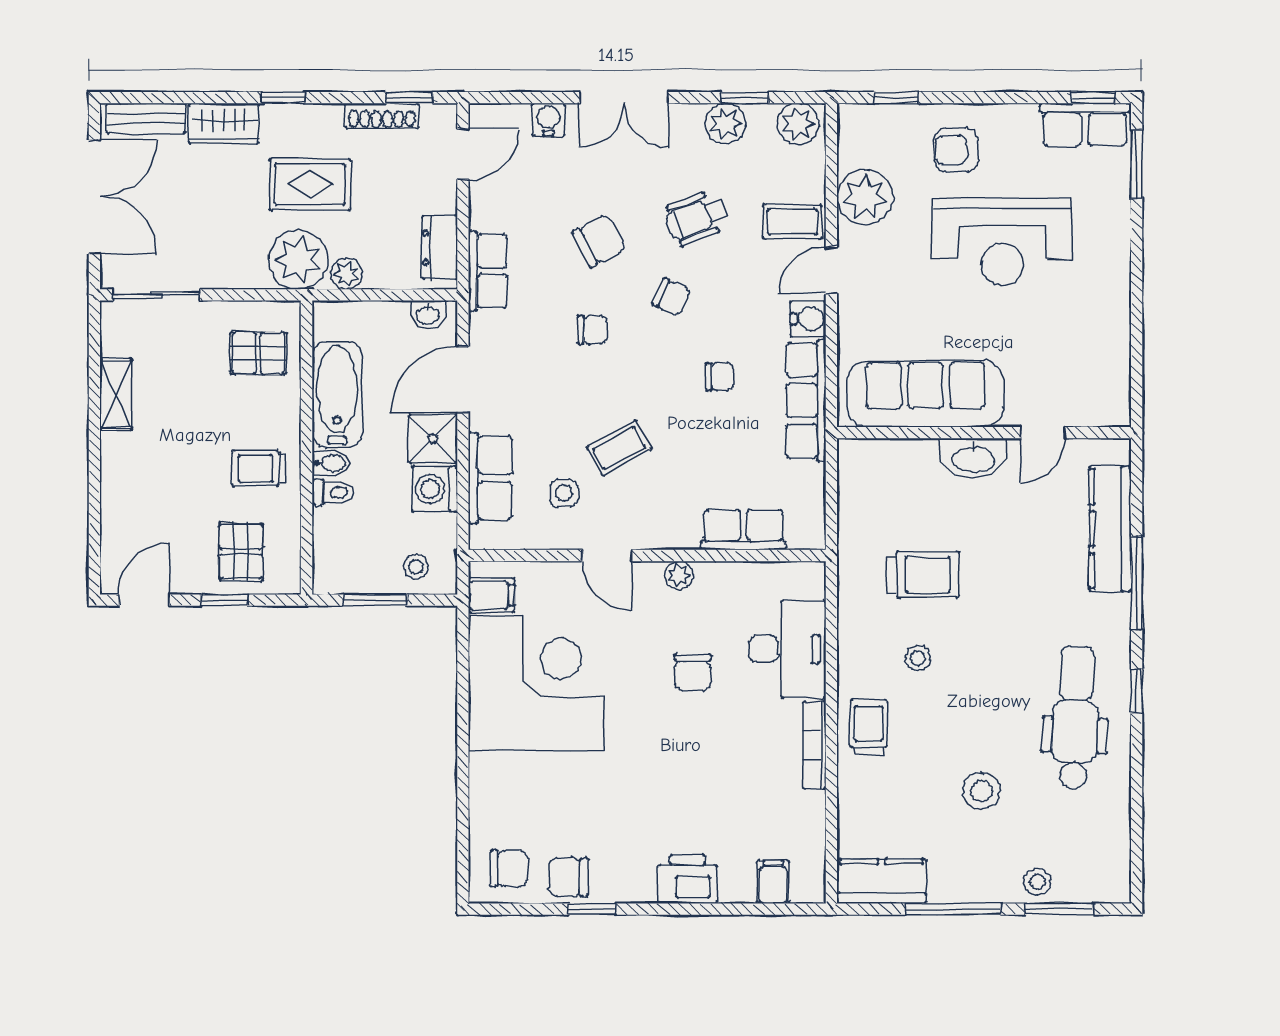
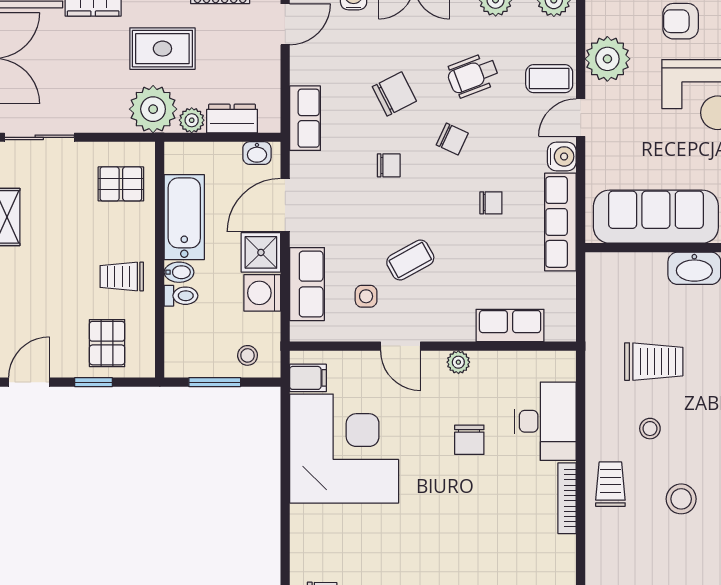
dresser: (439, 248) -> (232, 118), moved, turned 90
stool: (981, 791) -> (681, 499), moved

